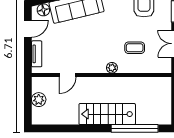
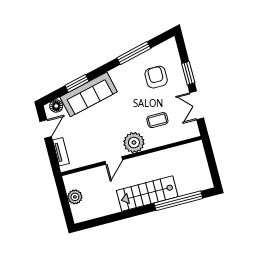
plant: (112, 68) -> (134, 143), width x1.87, depth x1.87
door: (68, 75) -> (114, 161), moved

